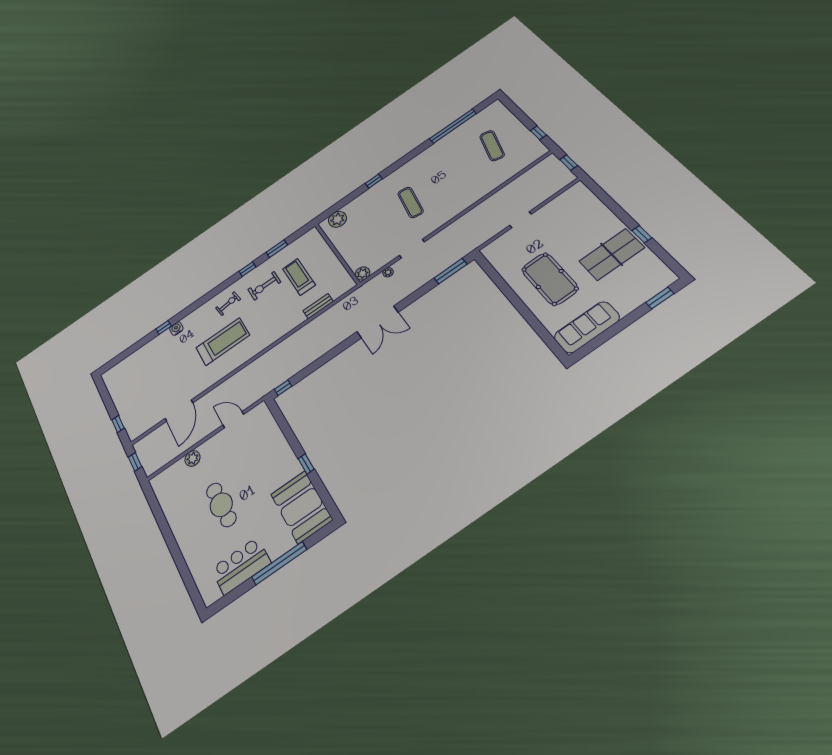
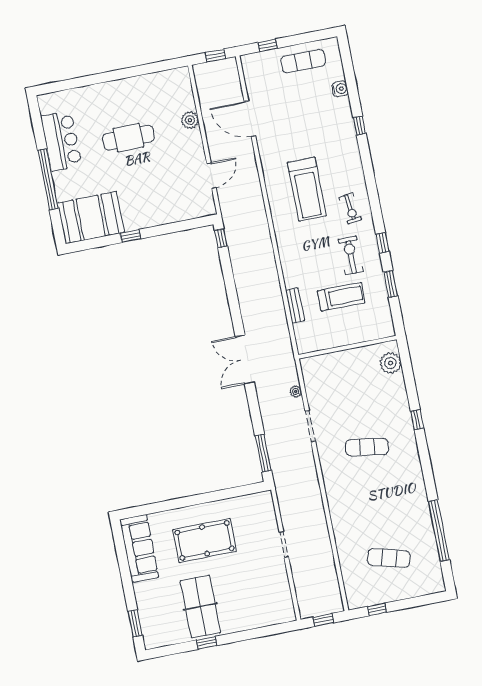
plant: (363, 273) -> (309, 365), removed
water cooler: (176, 329) -> (340, 89), moved
exercise mat: (124, 391) -> (303, 61), added

